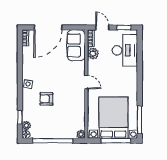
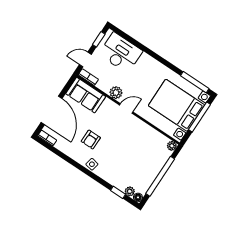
plant: (93, 54) -> (116, 93), moved
armchair: (46, 99) -> (91, 140), moved

